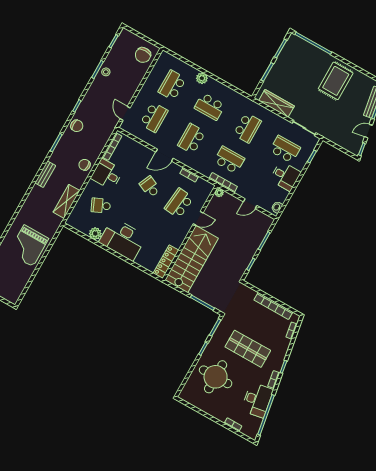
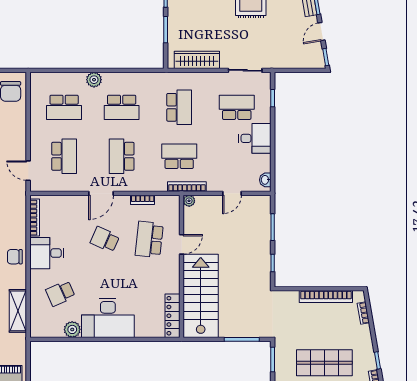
school desk: (172, 85) -> (64, 107), turned -90

